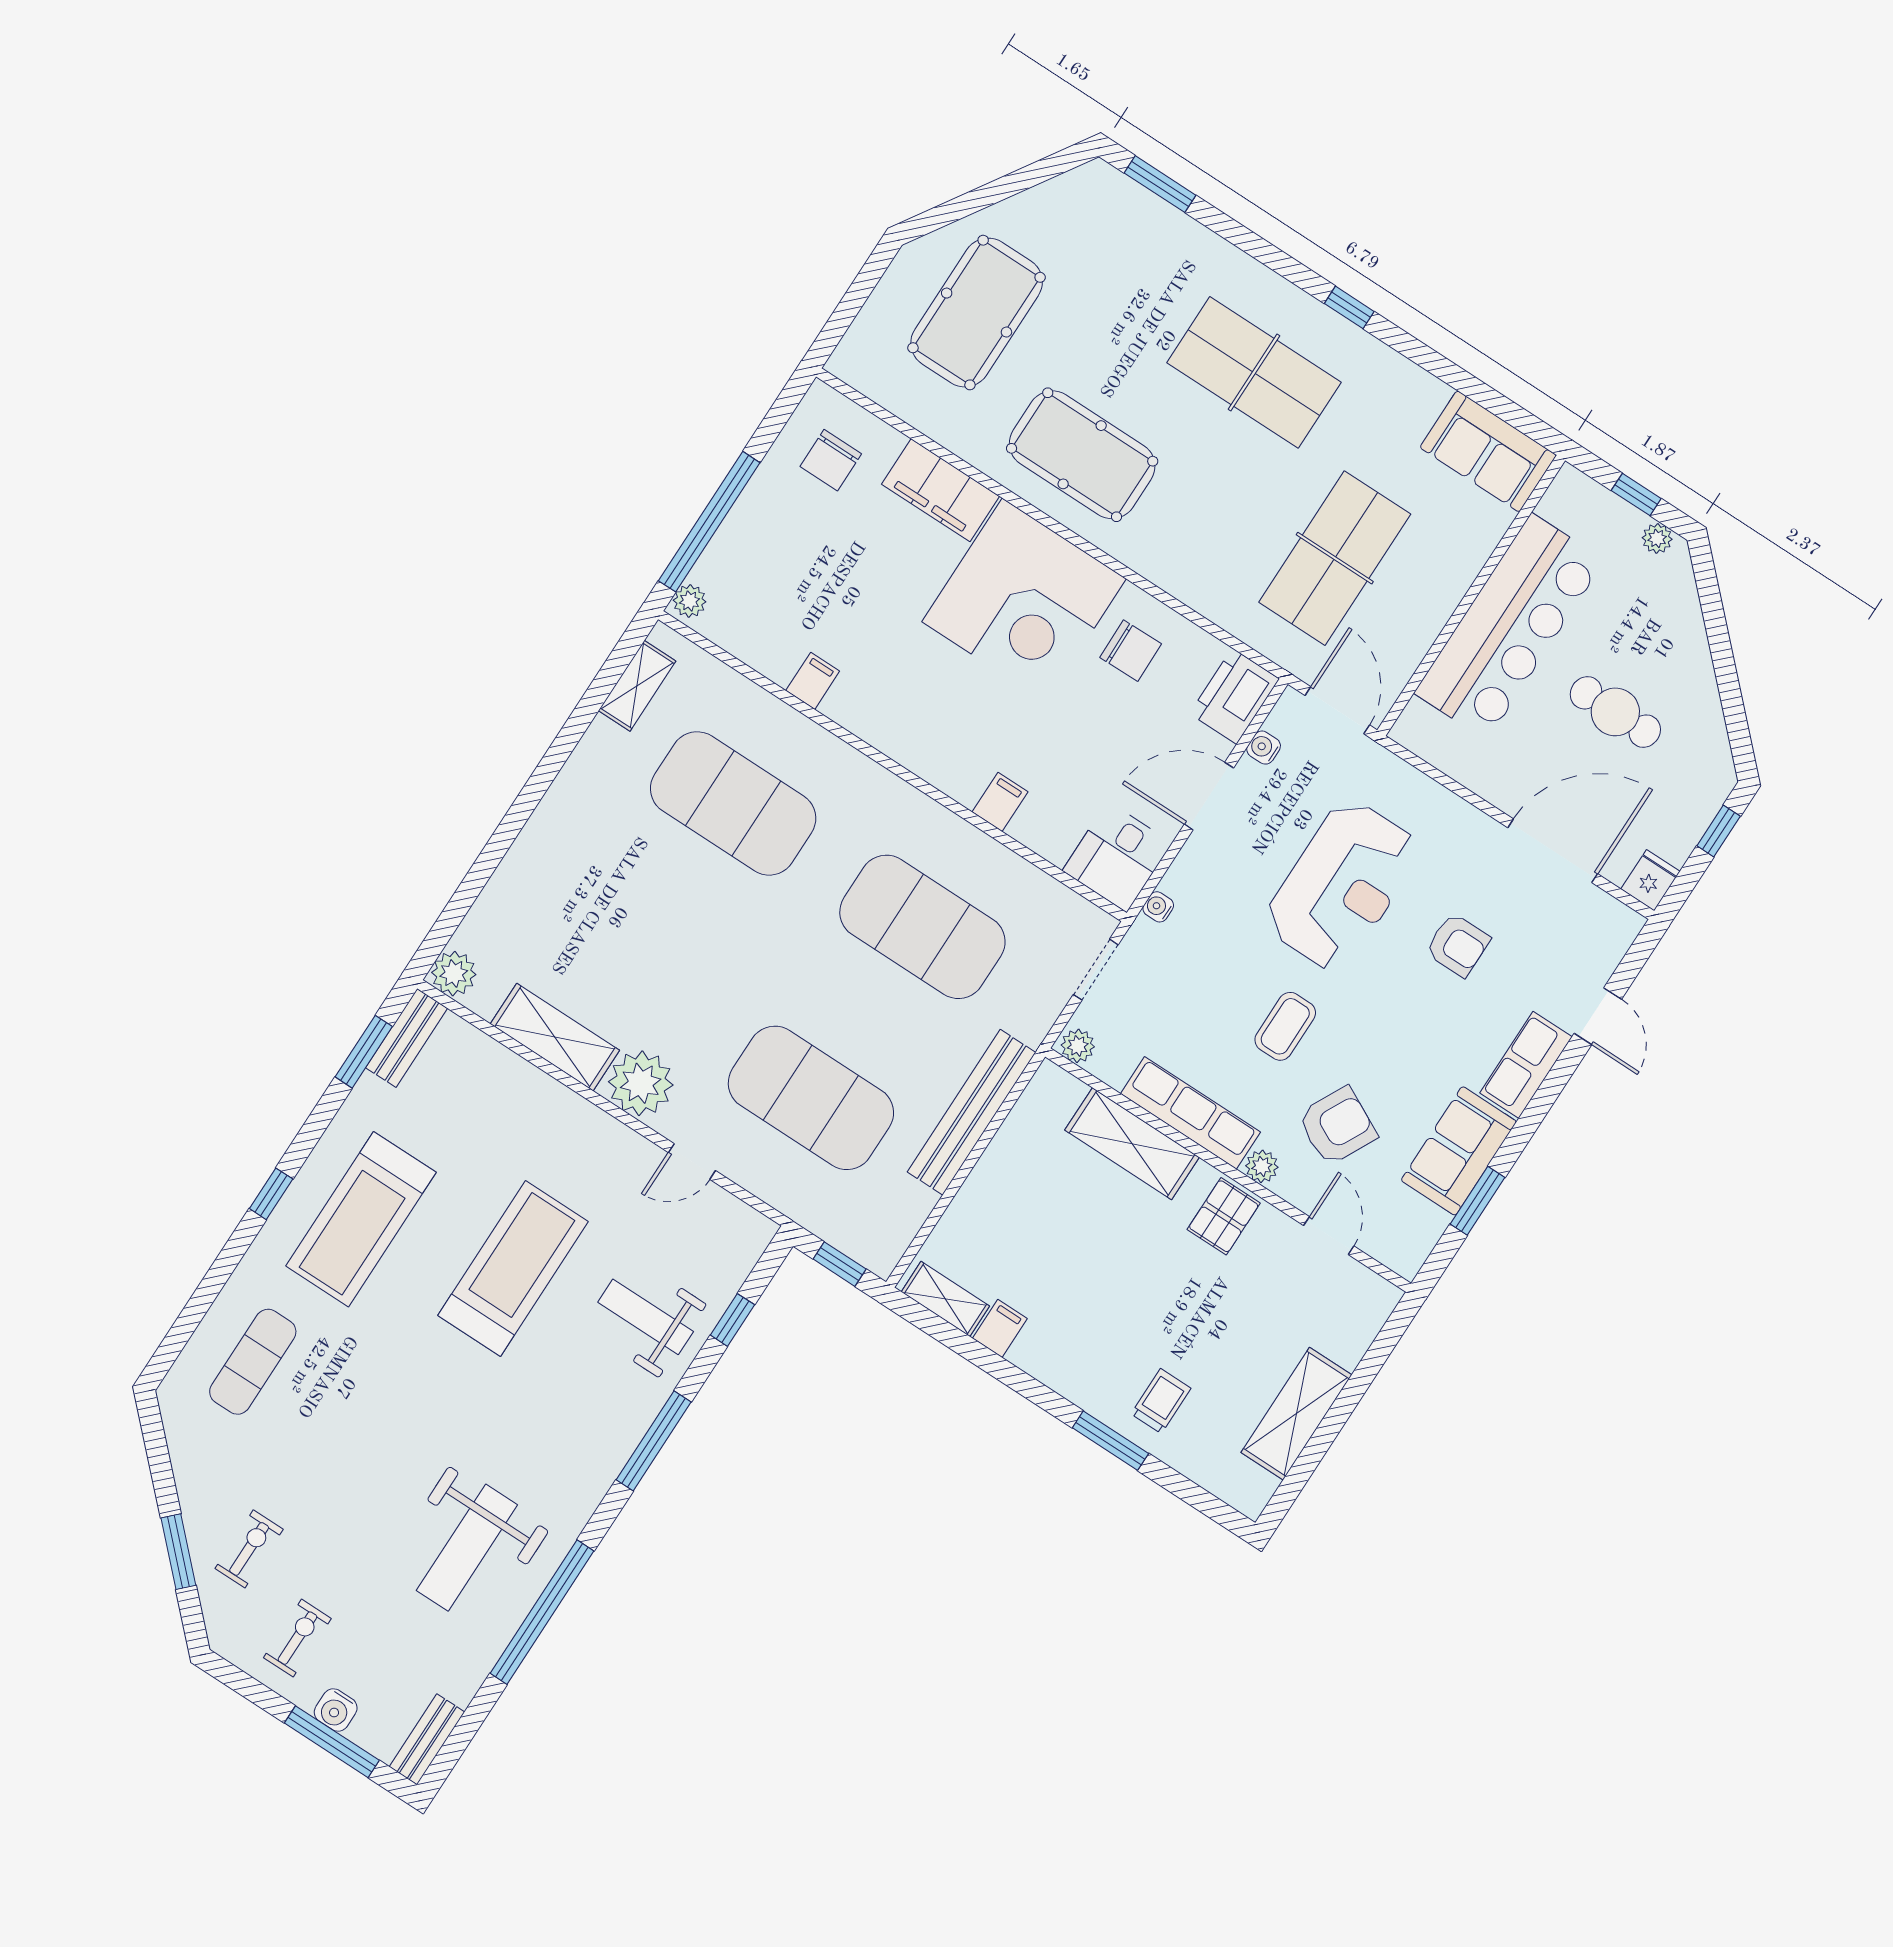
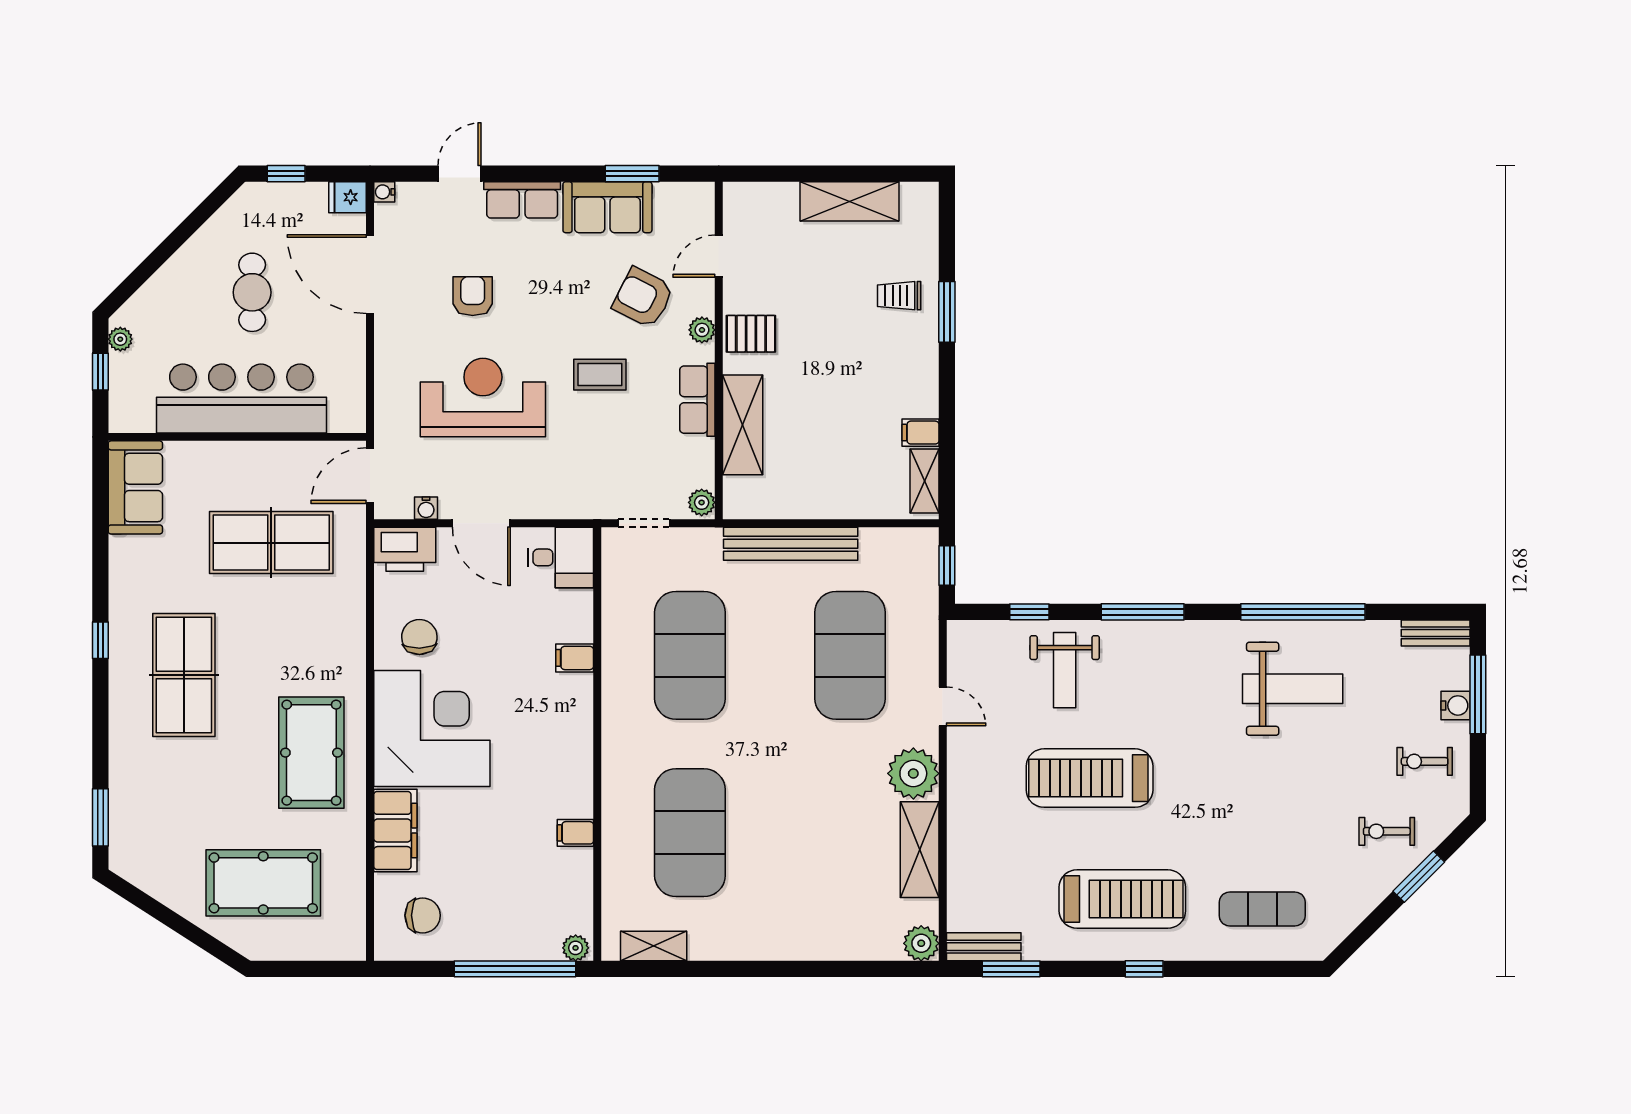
water cooler: (1158, 907) -> (384, 192), moved, turned 90
row of seats: (1190, 1113) -> (697, 400), width x0.68

